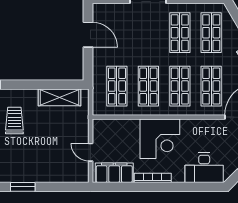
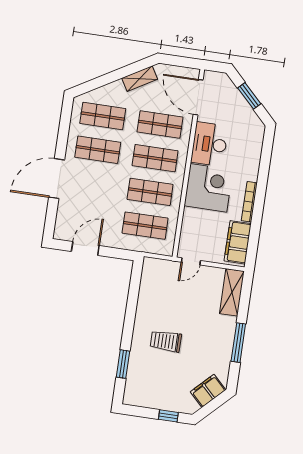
shelving: (60, 97) -> (232, 292), moved
door: (91, 152) -> (191, 261), moved
desk: (204, 168) -> (210, 144), moved, turned 180
window: (23, 187) -> (238, 343), width x1.44

